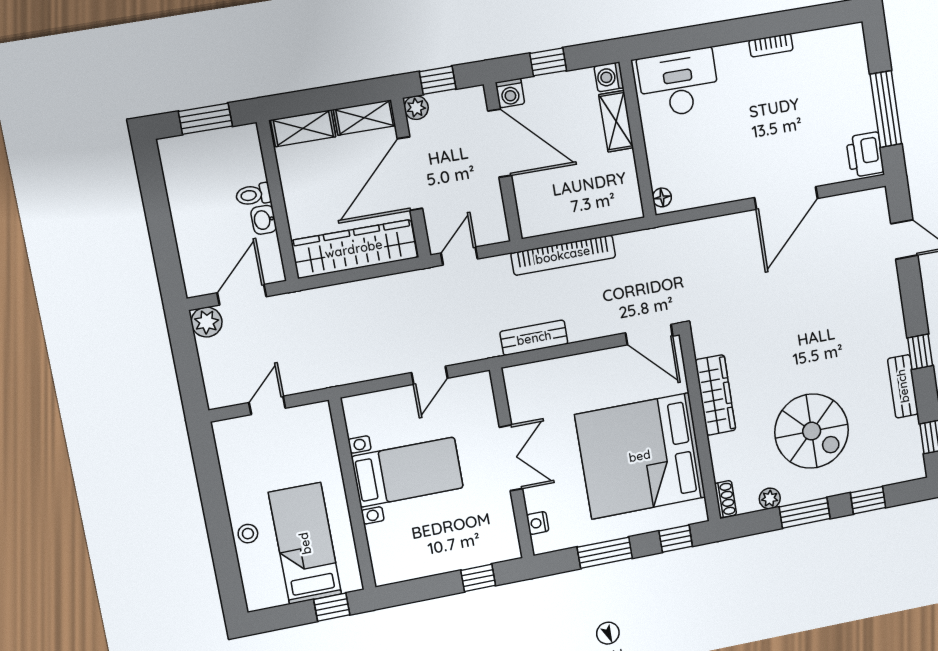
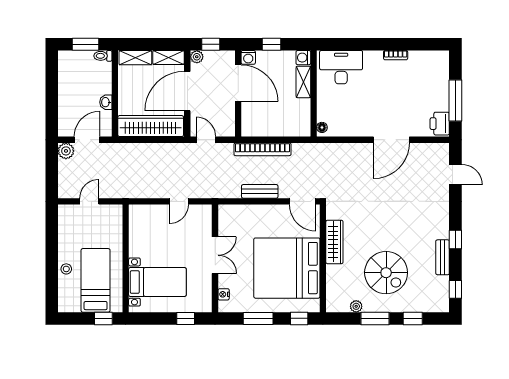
toilet: (253, 195) -> (103, 56), moved
door: (459, 256) -> (206, 140), hinge flipped
bench: (534, 338) -> (260, 191), moved
bed with nightstands: (407, 472) -> (157, 282), moved
shoe rack: (725, 499) -> (331, 302), removed

